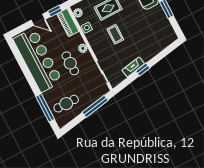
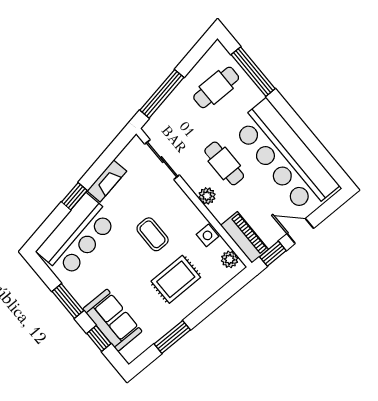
bar counter: (155, 42) -> (77, 236), added
window: (143, 70) -> (74, 196), moved

